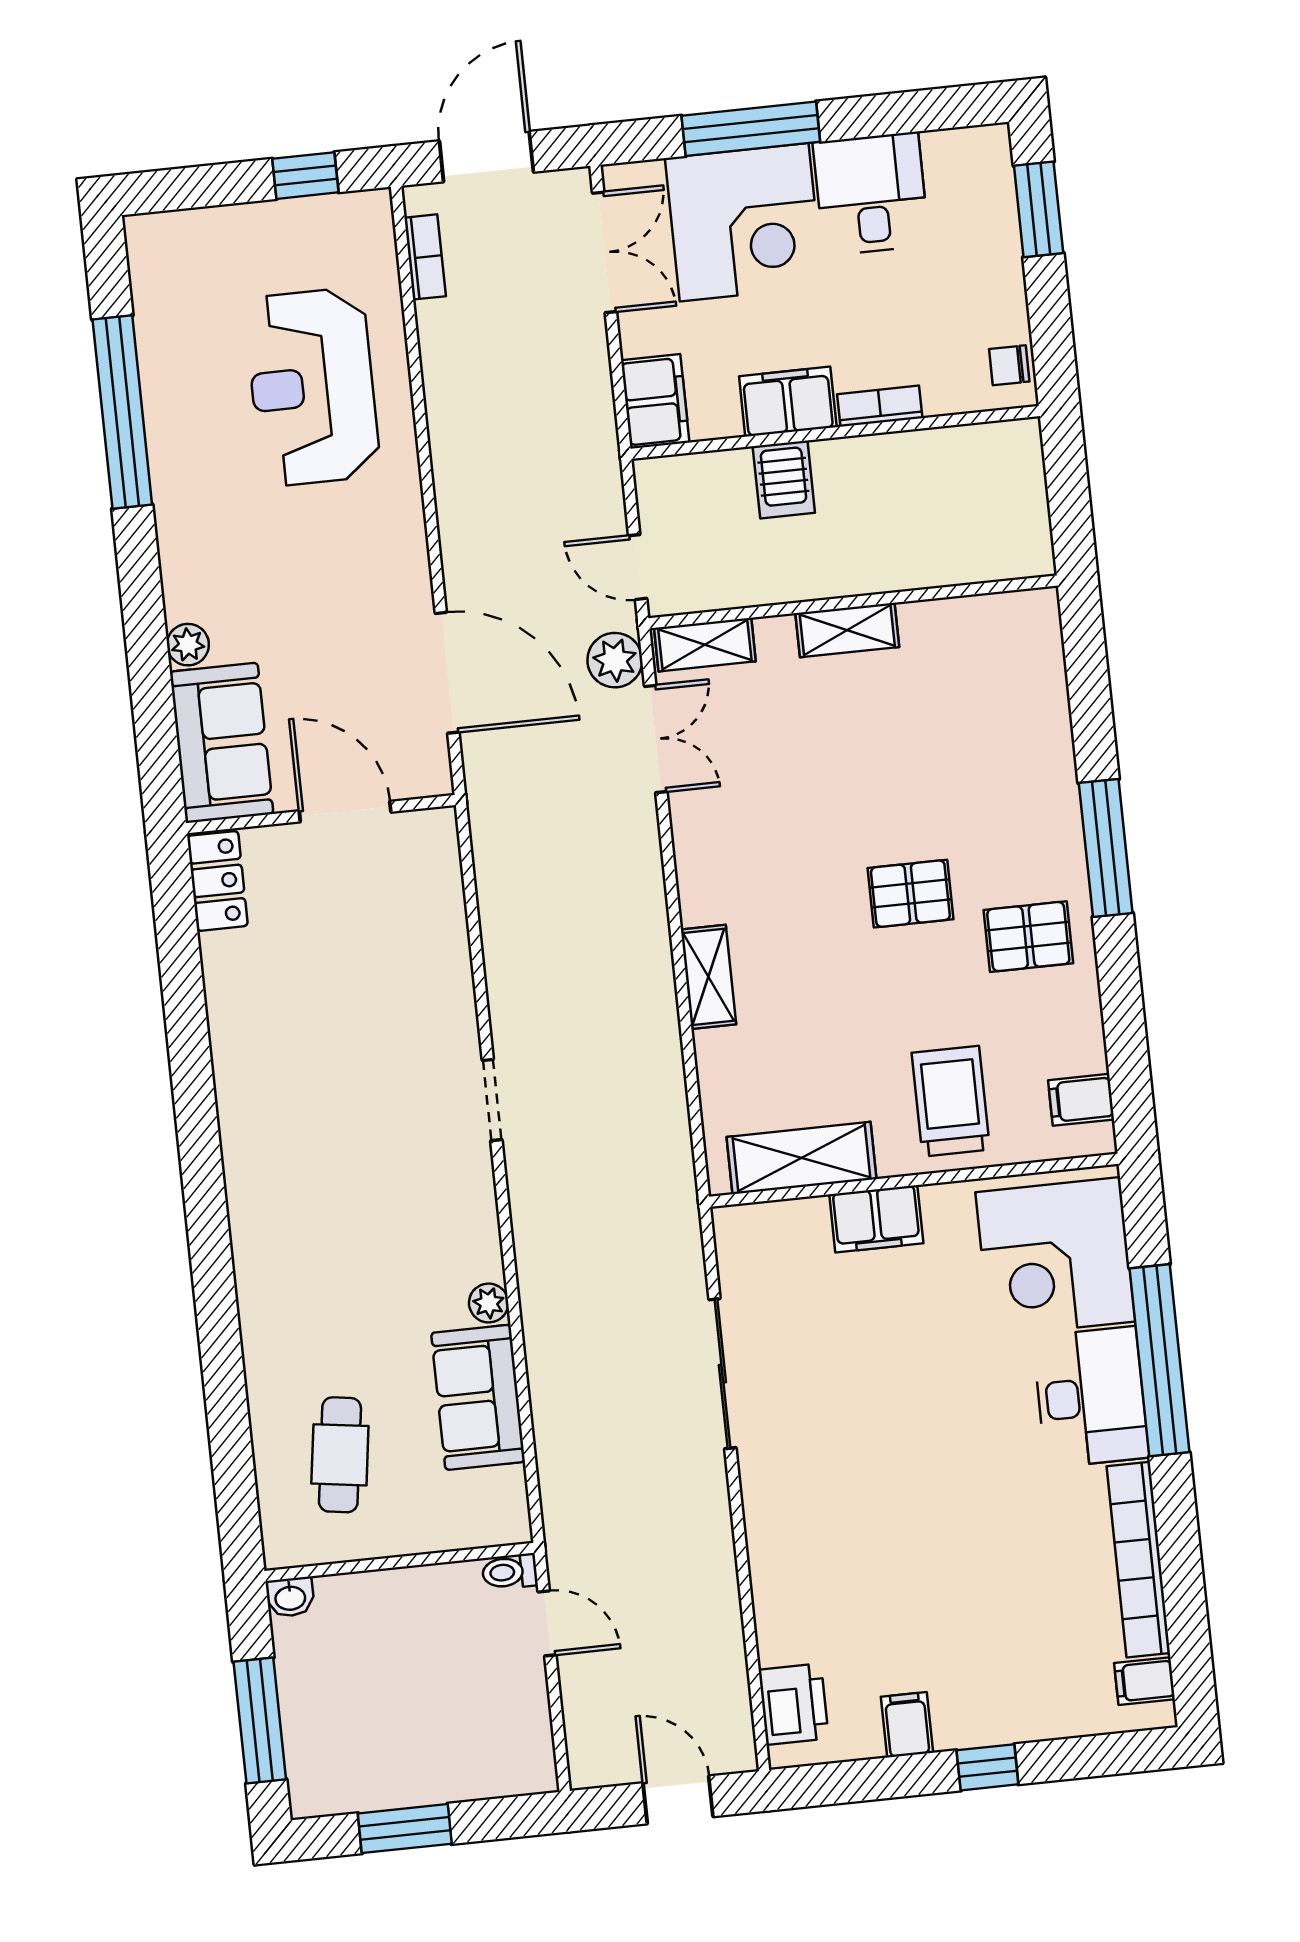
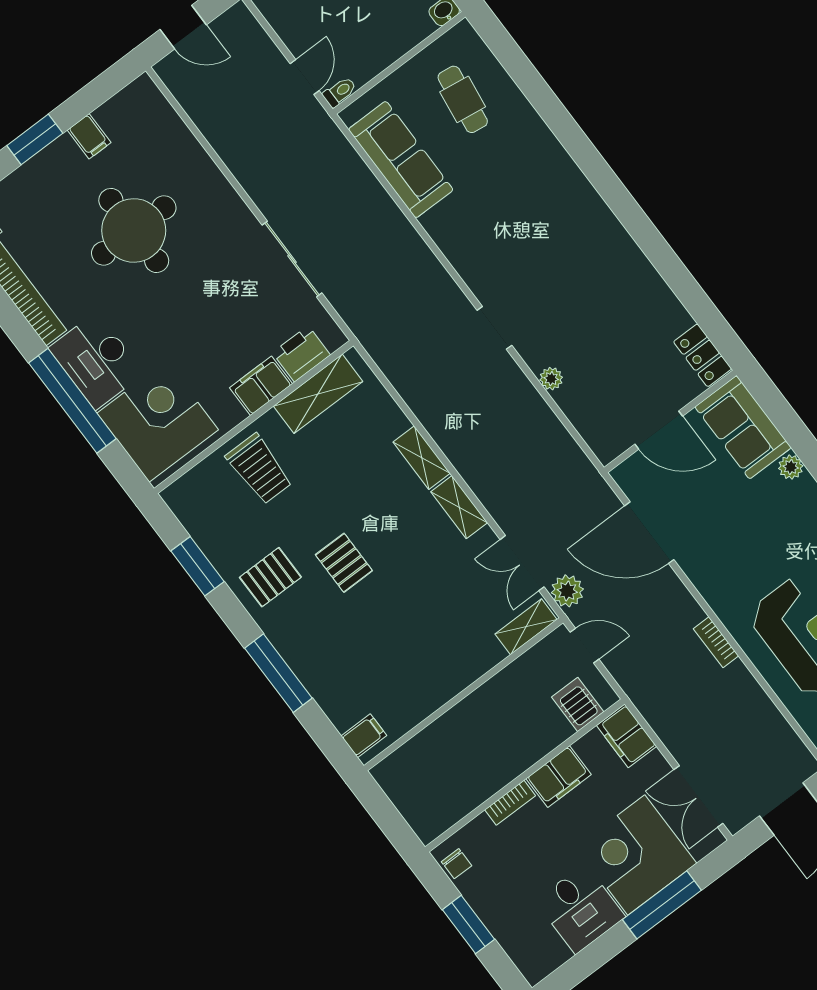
window: (1039, 209) -> (468, 924), moved
bookcase: (425, 257) -> (716, 642), moved
chair: (1009, 365) -> (456, 864), turned 90
server rack: (784, 480) -> (578, 704), moved
shelving: (847, 630) -> (459, 507), moved, turned 90
window: (1106, 848) -> (278, 673), moved
pallet: (910, 894) -> (344, 563), turned 90
window: (1123, 1015) -> (198, 566), added
filing cabinet: (1081, 1100) -> (364, 736), moved
plant: (489, 1303) -> (551, 379), moved
sofa: (478, 1397) -> (401, 160), width x1.36
round table: (924, 1551) -> (134, 230), added
door: (547, 1623) -> (305, 77), swing flipped
printer: (794, 1704) -> (301, 354), moved, turned 90
window: (987, 1767) -> (35, 139), width x1.50

